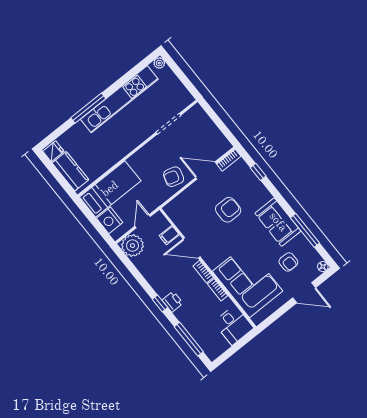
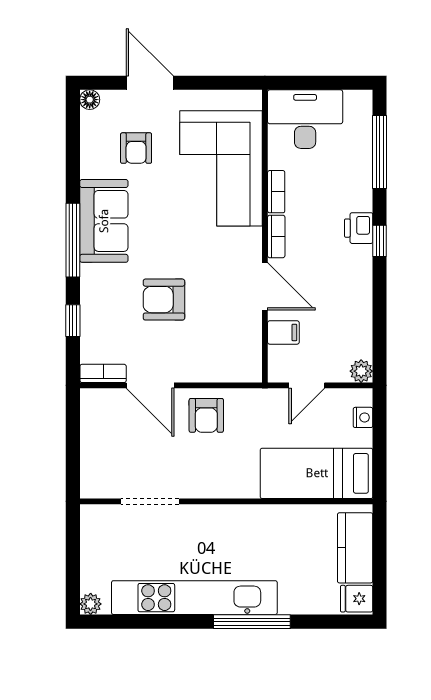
armchair: (174, 177) -> (206, 415), turned 74
nightstand: (110, 220) -> (363, 417), width x0.53, depth x0.56
window: (305, 230) -> (73, 240), moved
plant: (133, 246) -> (361, 371), width x0.53, depth x0.53
armchair: (288, 262) -> (136, 148), turned 180
desk: (234, 325) -> (305, 119), width x1.37

